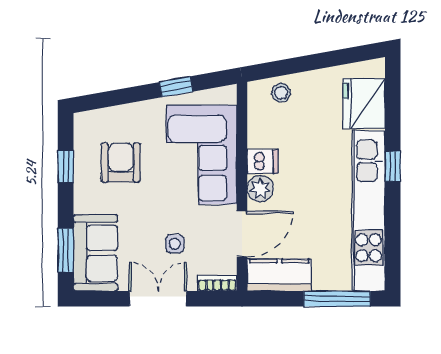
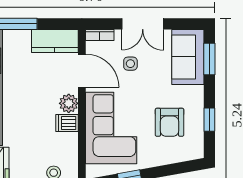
door: (242, 234) -> (82, 71), swing flipped

